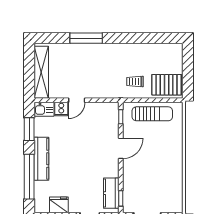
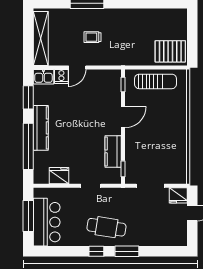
trolley: (135, 81) -> (93, 37), moved
kitchen counter: (111, 193) -> (113, 151), moved

